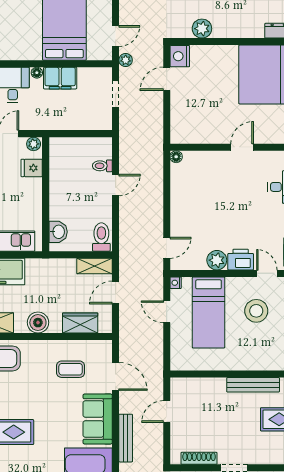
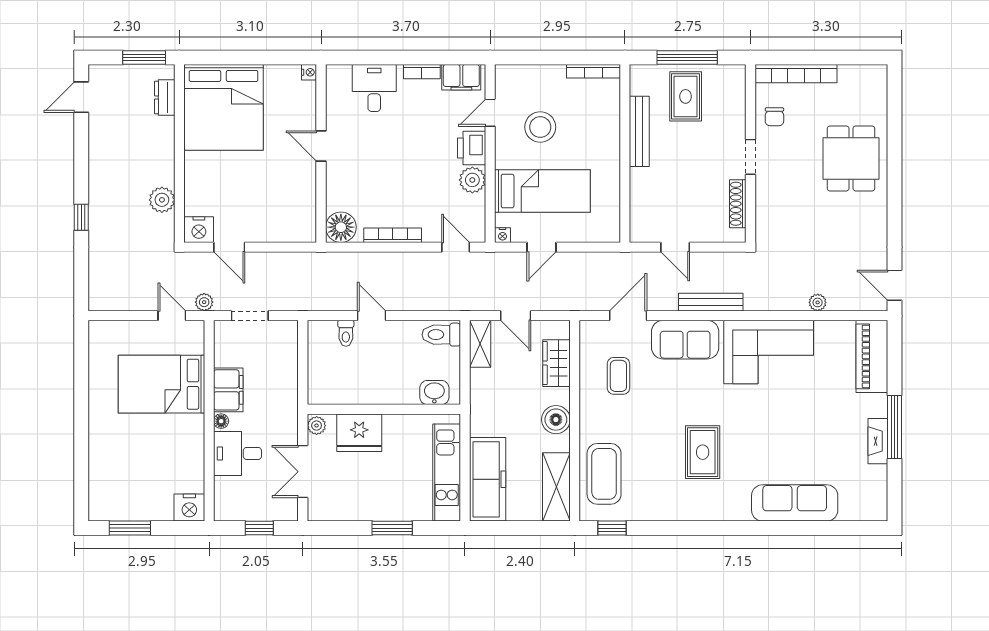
floor lamp: (176, 157) -> (341, 227), width x1.89, depth x1.89
fridge: (32, 168) -> (359, 433), width x1.88, depth x1.34
bookcase: (176, 201) -> (393, 235), added

